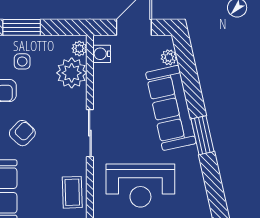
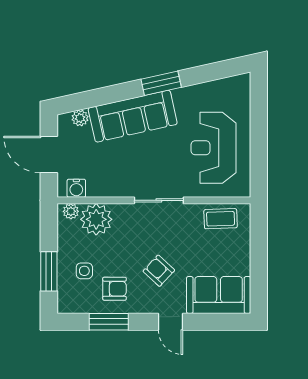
reception desk: (140, 186) -> (213, 148), turned 180

